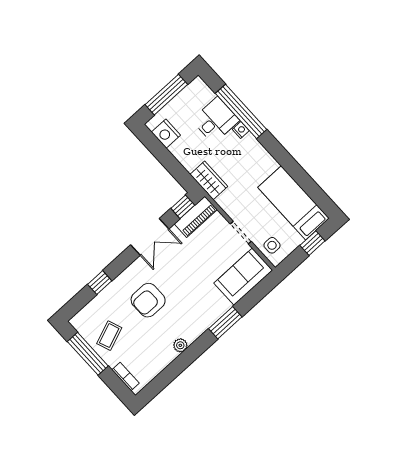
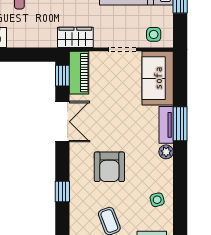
wardrobe: (209, 180) -> (75, 37), moved
tv unit: (215, 313) -> (166, 125), added
plant: (180, 345) -> (166, 152), moved
side table: (156, 356) -> (157, 200), added

